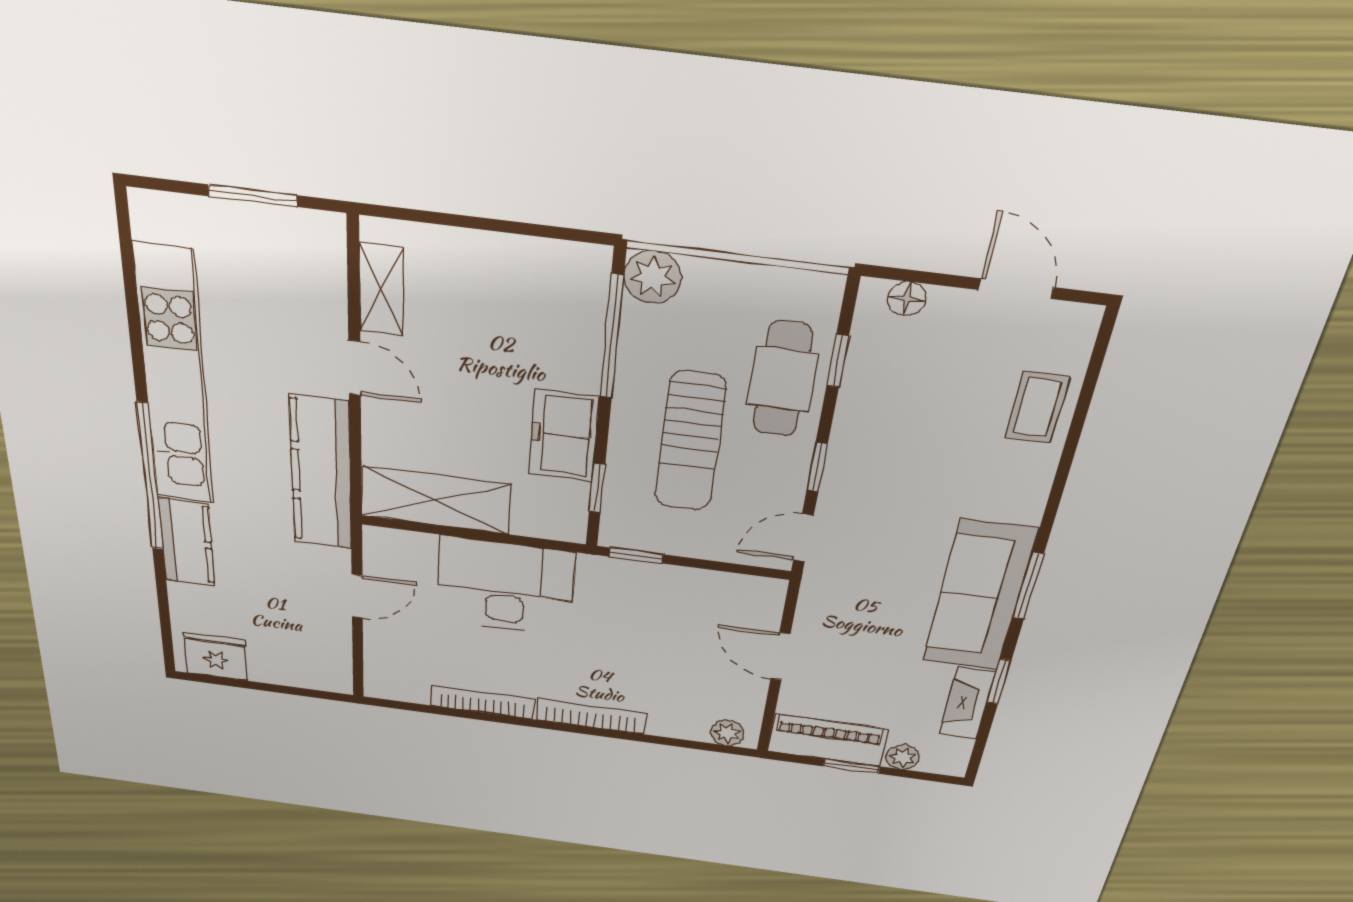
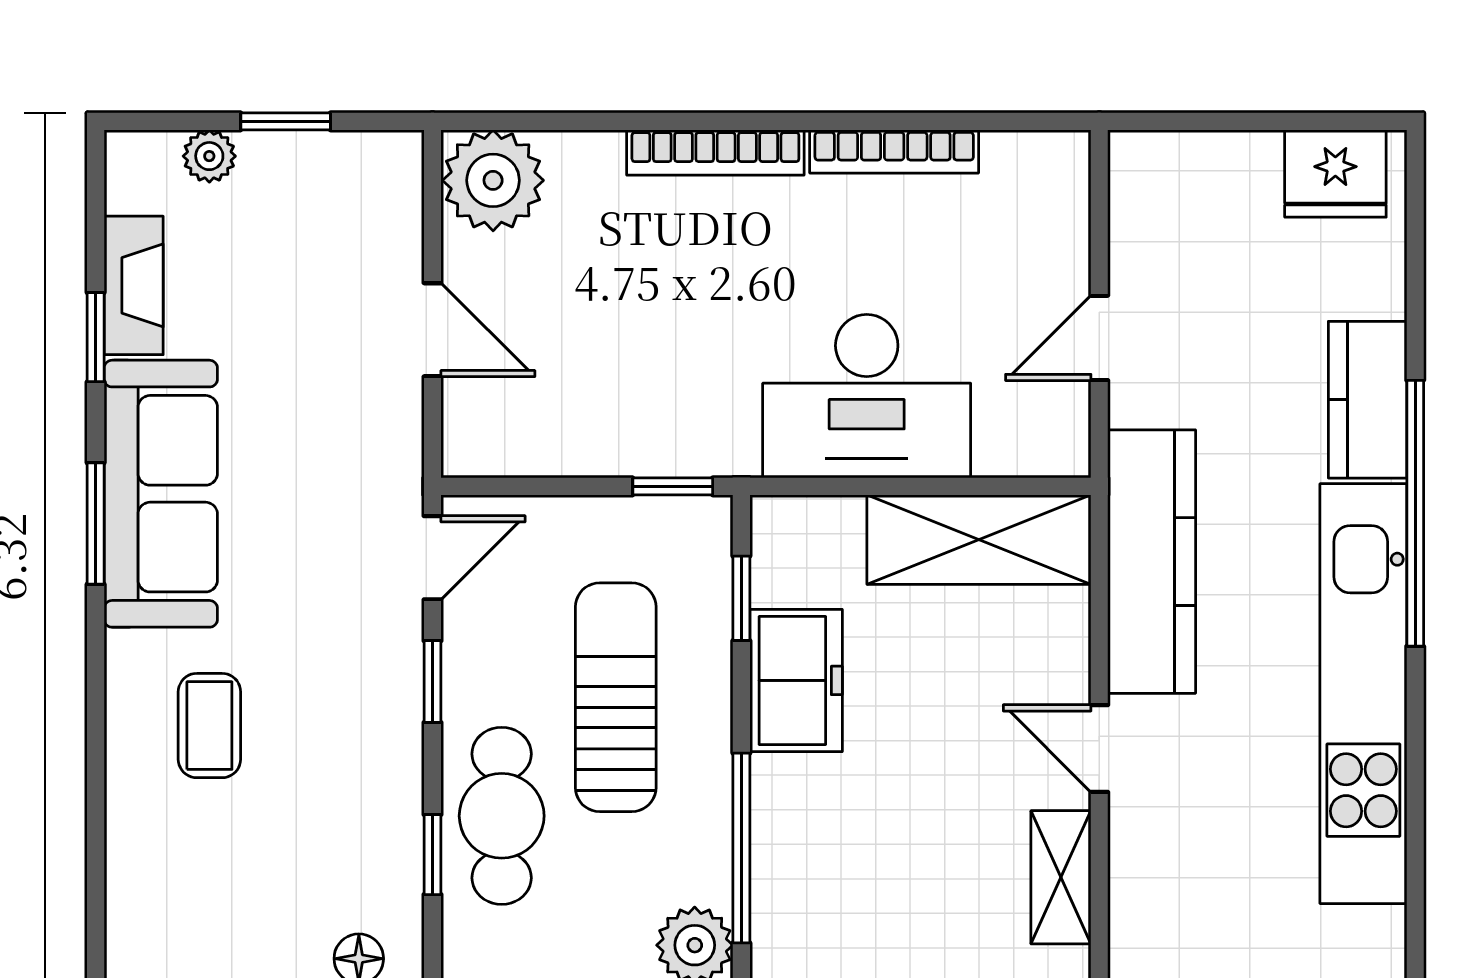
coffee table: (1037, 407) -> (209, 726), moved
plant: (727, 733) -> (493, 180), width x1.88, depth x1.88
piano: (828, 740) -> (333, 171), removed

